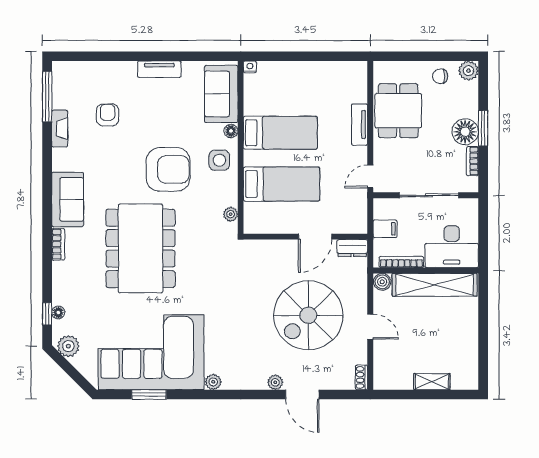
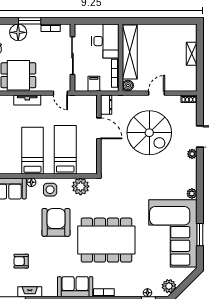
floor lamp: (465, 132) -> (18, 32), moved
plant: (231, 214) -> (81, 186), width x1.88, depth x1.88

